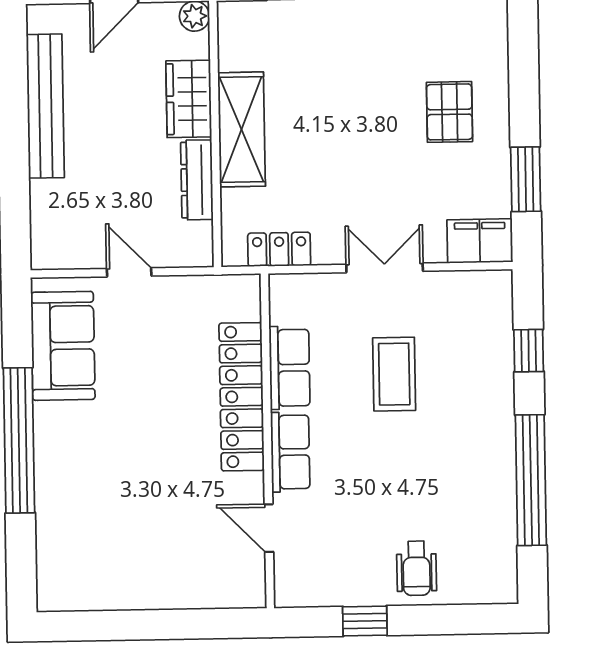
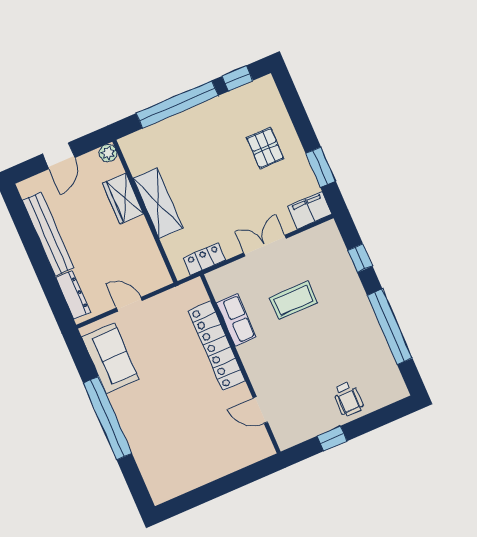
dresser: (197, 180) -> (73, 295), moved, turned 180
coffee table: (394, 374) -> (293, 300), turned 90
row of seats: (290, 452) -> (255, 365), removed

